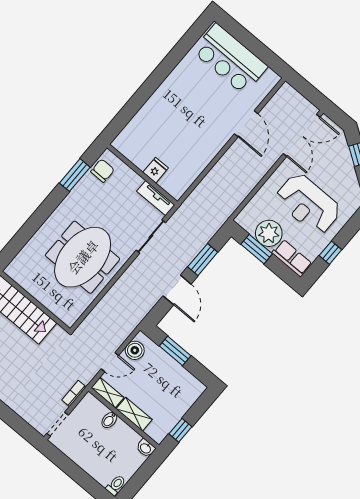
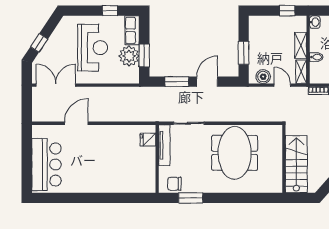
fridge: (156, 170) -> (148, 140), moved
tv unit: (156, 198) -> (164, 145), width x1.41
meeting table: (83, 257) -> (235, 153), turned 90

